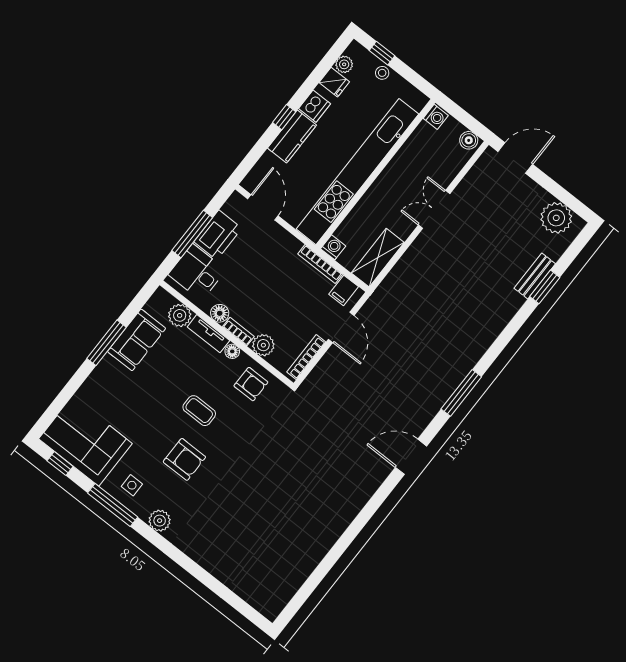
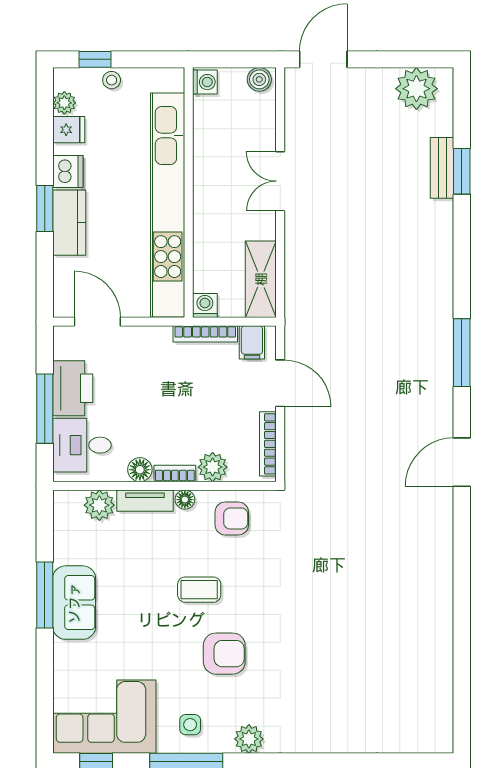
window: (284, 117) -> (45, 209), width x1.50
sofa: (137, 340) -> (74, 603), moved

